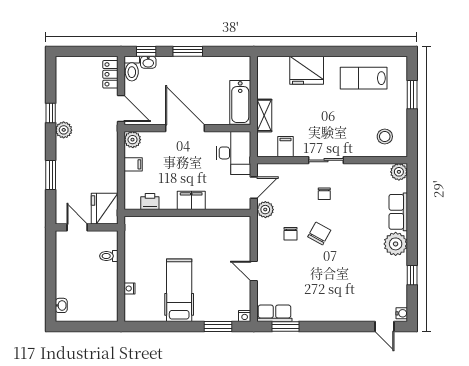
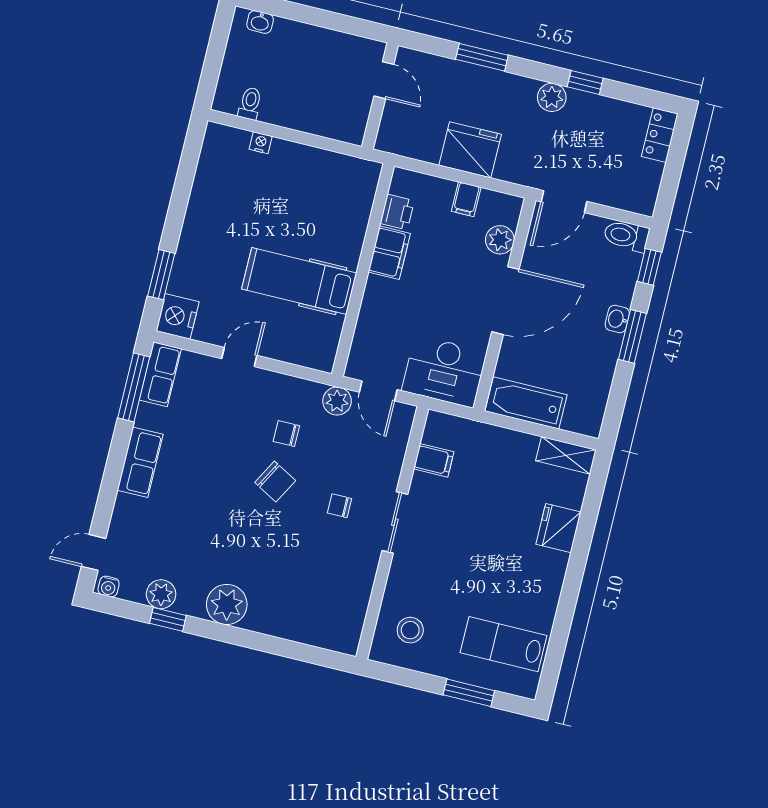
washbasin: (148, 62) -> (617, 319), moved
fridge: (307, 70) -> (558, 528), width x0.73, depth x0.75
locker: (110, 74) -> (660, 135), moved, turned -90
lab bench: (364, 78) -> (503, 644), moved, turned -90
shelving: (264, 115) -> (566, 455), moved
plant: (133, 140) -> (500, 240), moved
plant: (399, 172) -> (161, 594), moved
filing cabinet: (191, 200) -> (389, 253), moved
fridge: (105, 209) -> (470, 150), moved
row of seats: (398, 212) -> (140, 462), moved, turned 90
door: (77, 227) -> (384, 80), hinge flipped
toilet: (109, 256) -> (250, 103), moved
hospital bed: (179, 290) -> (299, 281), moved, turned 180
nightstand: (245, 316) -> (178, 316), width x1.89, depth x1.79
window: (286, 326) -> (134, 387), width x1.44

